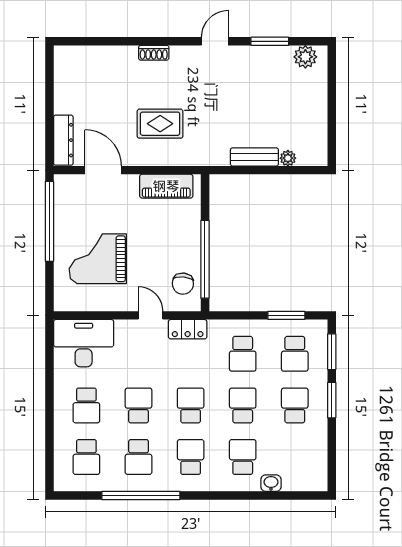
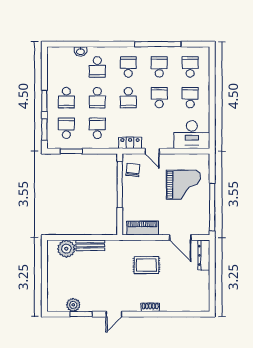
plant: (305, 57) -> (73, 305), moved
plant: (288, 158) -> (66, 249), width x1.88, depth x1.88
school desk: (139, 405) -> (159, 98), turned 180
school desk: (191, 457) -> (128, 67), turned 180

